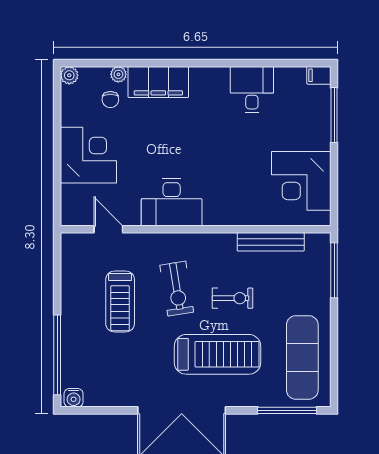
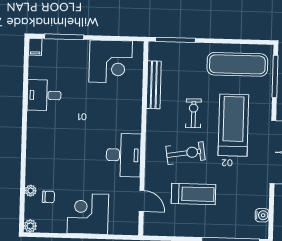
filing cabinet: (158, 82) -> (37, 162), removed
door: (108, 229) -> (142, 201), swing flipped
water cooler: (74, 398) -> (262, 215), moved

